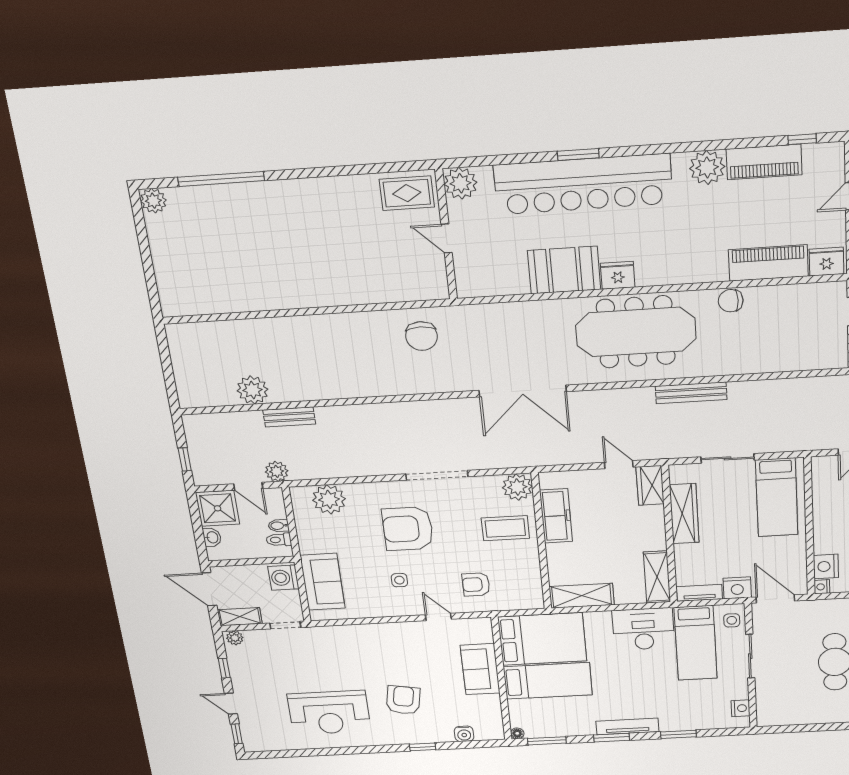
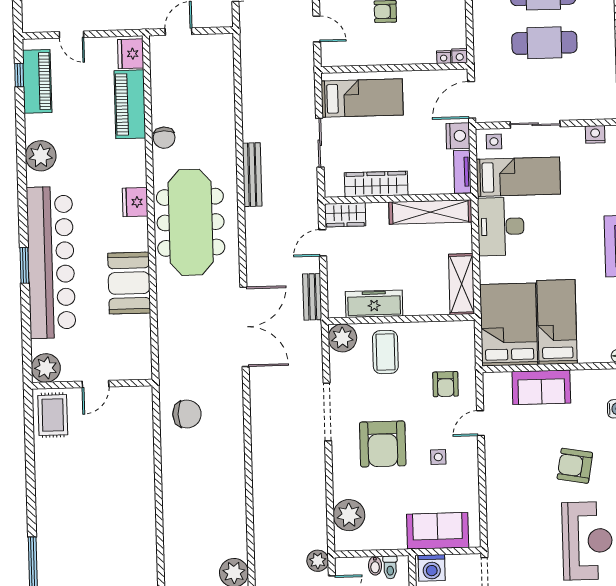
piano: (764, 162) -> (37, 81), moved
fridge: (618, 275) -> (135, 202), moved
bench: (289, 417) -> (312, 297), moved
nightstand: (826, 566) -> (444, 57), width x0.53, depth x0.56
shelving: (657, 577) -> (430, 212), width x1.47

